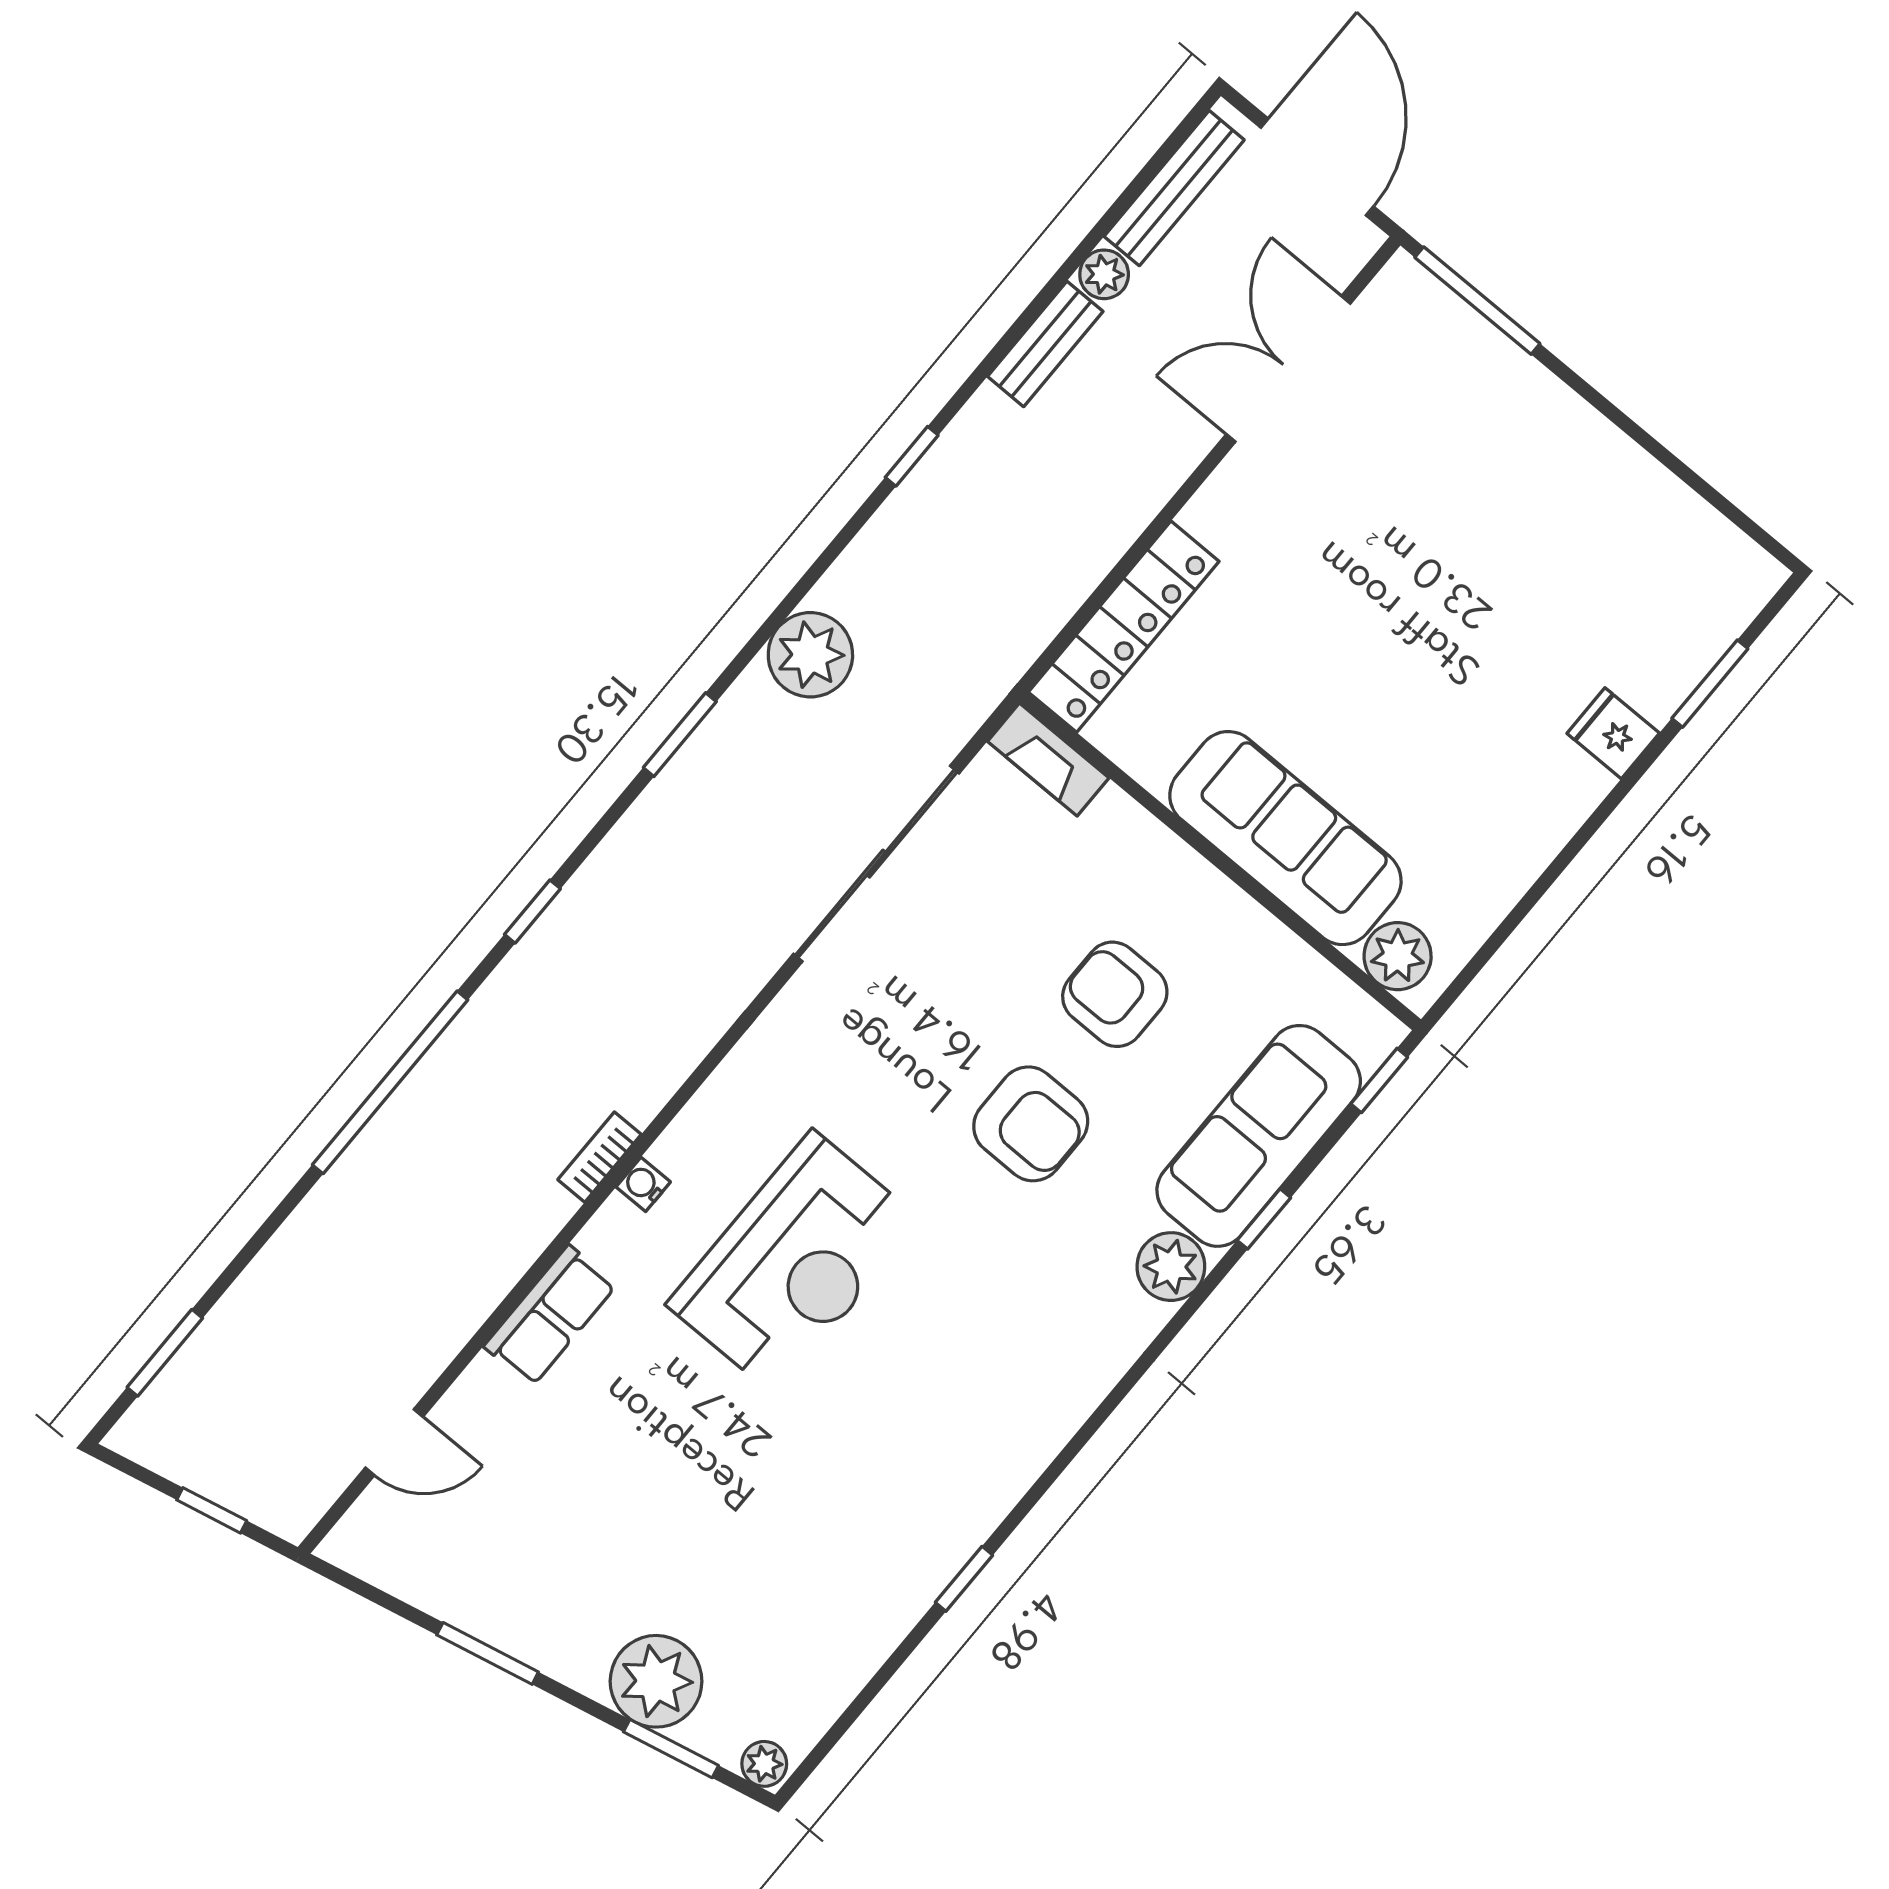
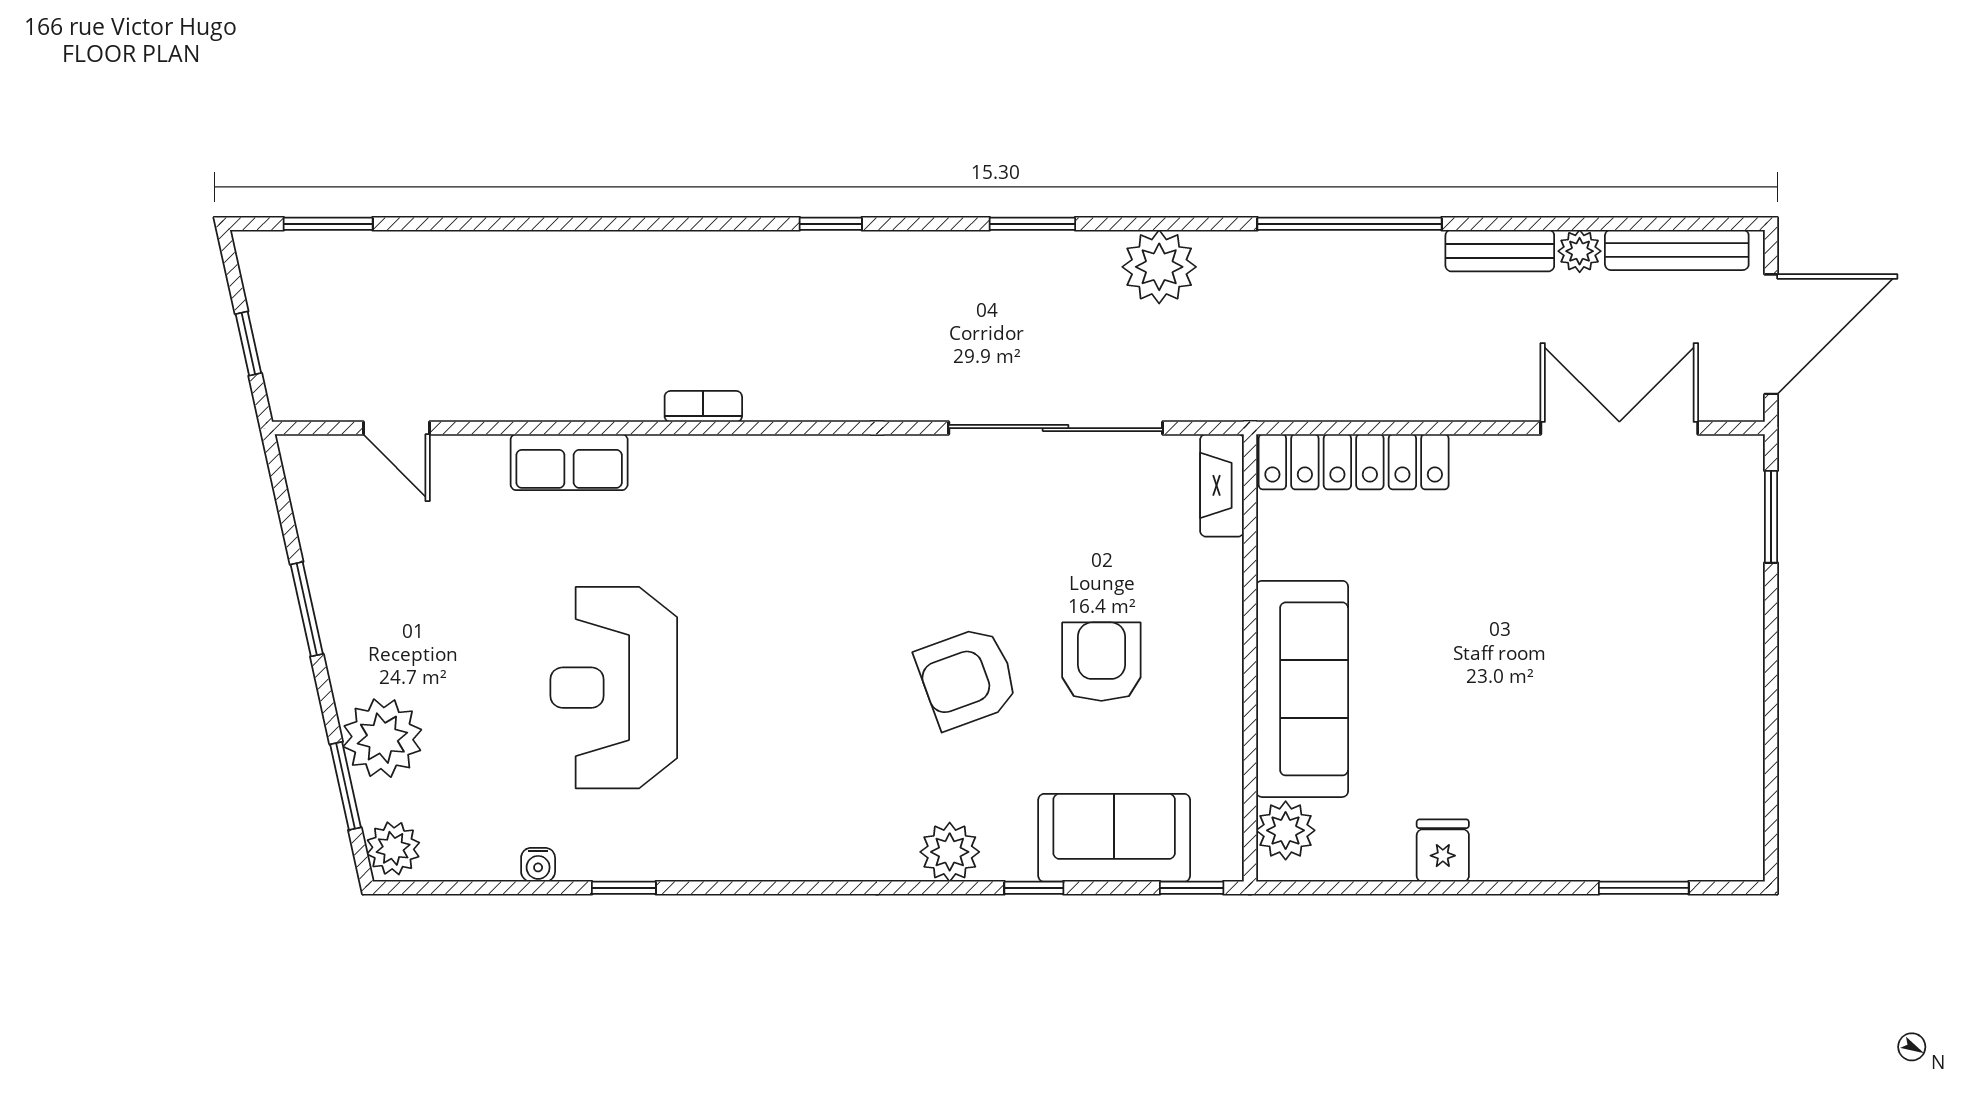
window: (1477, 301) -> (1771, 517), width x0.69
window: (912, 456) -> (1349, 224), width x3.17
fridge: (1613, 733) -> (1443, 851), moved
window: (390, 1082) -> (636, 224), removed
armchair: (1031, 1124) -> (967, 678), turned 70
sofa: (1259, 1136) -> (1114, 838), width x0.73
water cooler: (643, 1184) -> (538, 865), moved, turned 180
reception desk: (794, 1263) -> (614, 688), moved, turned 90
plant: (764, 1764) -> (393, 848), width x1.38, depth x1.38

